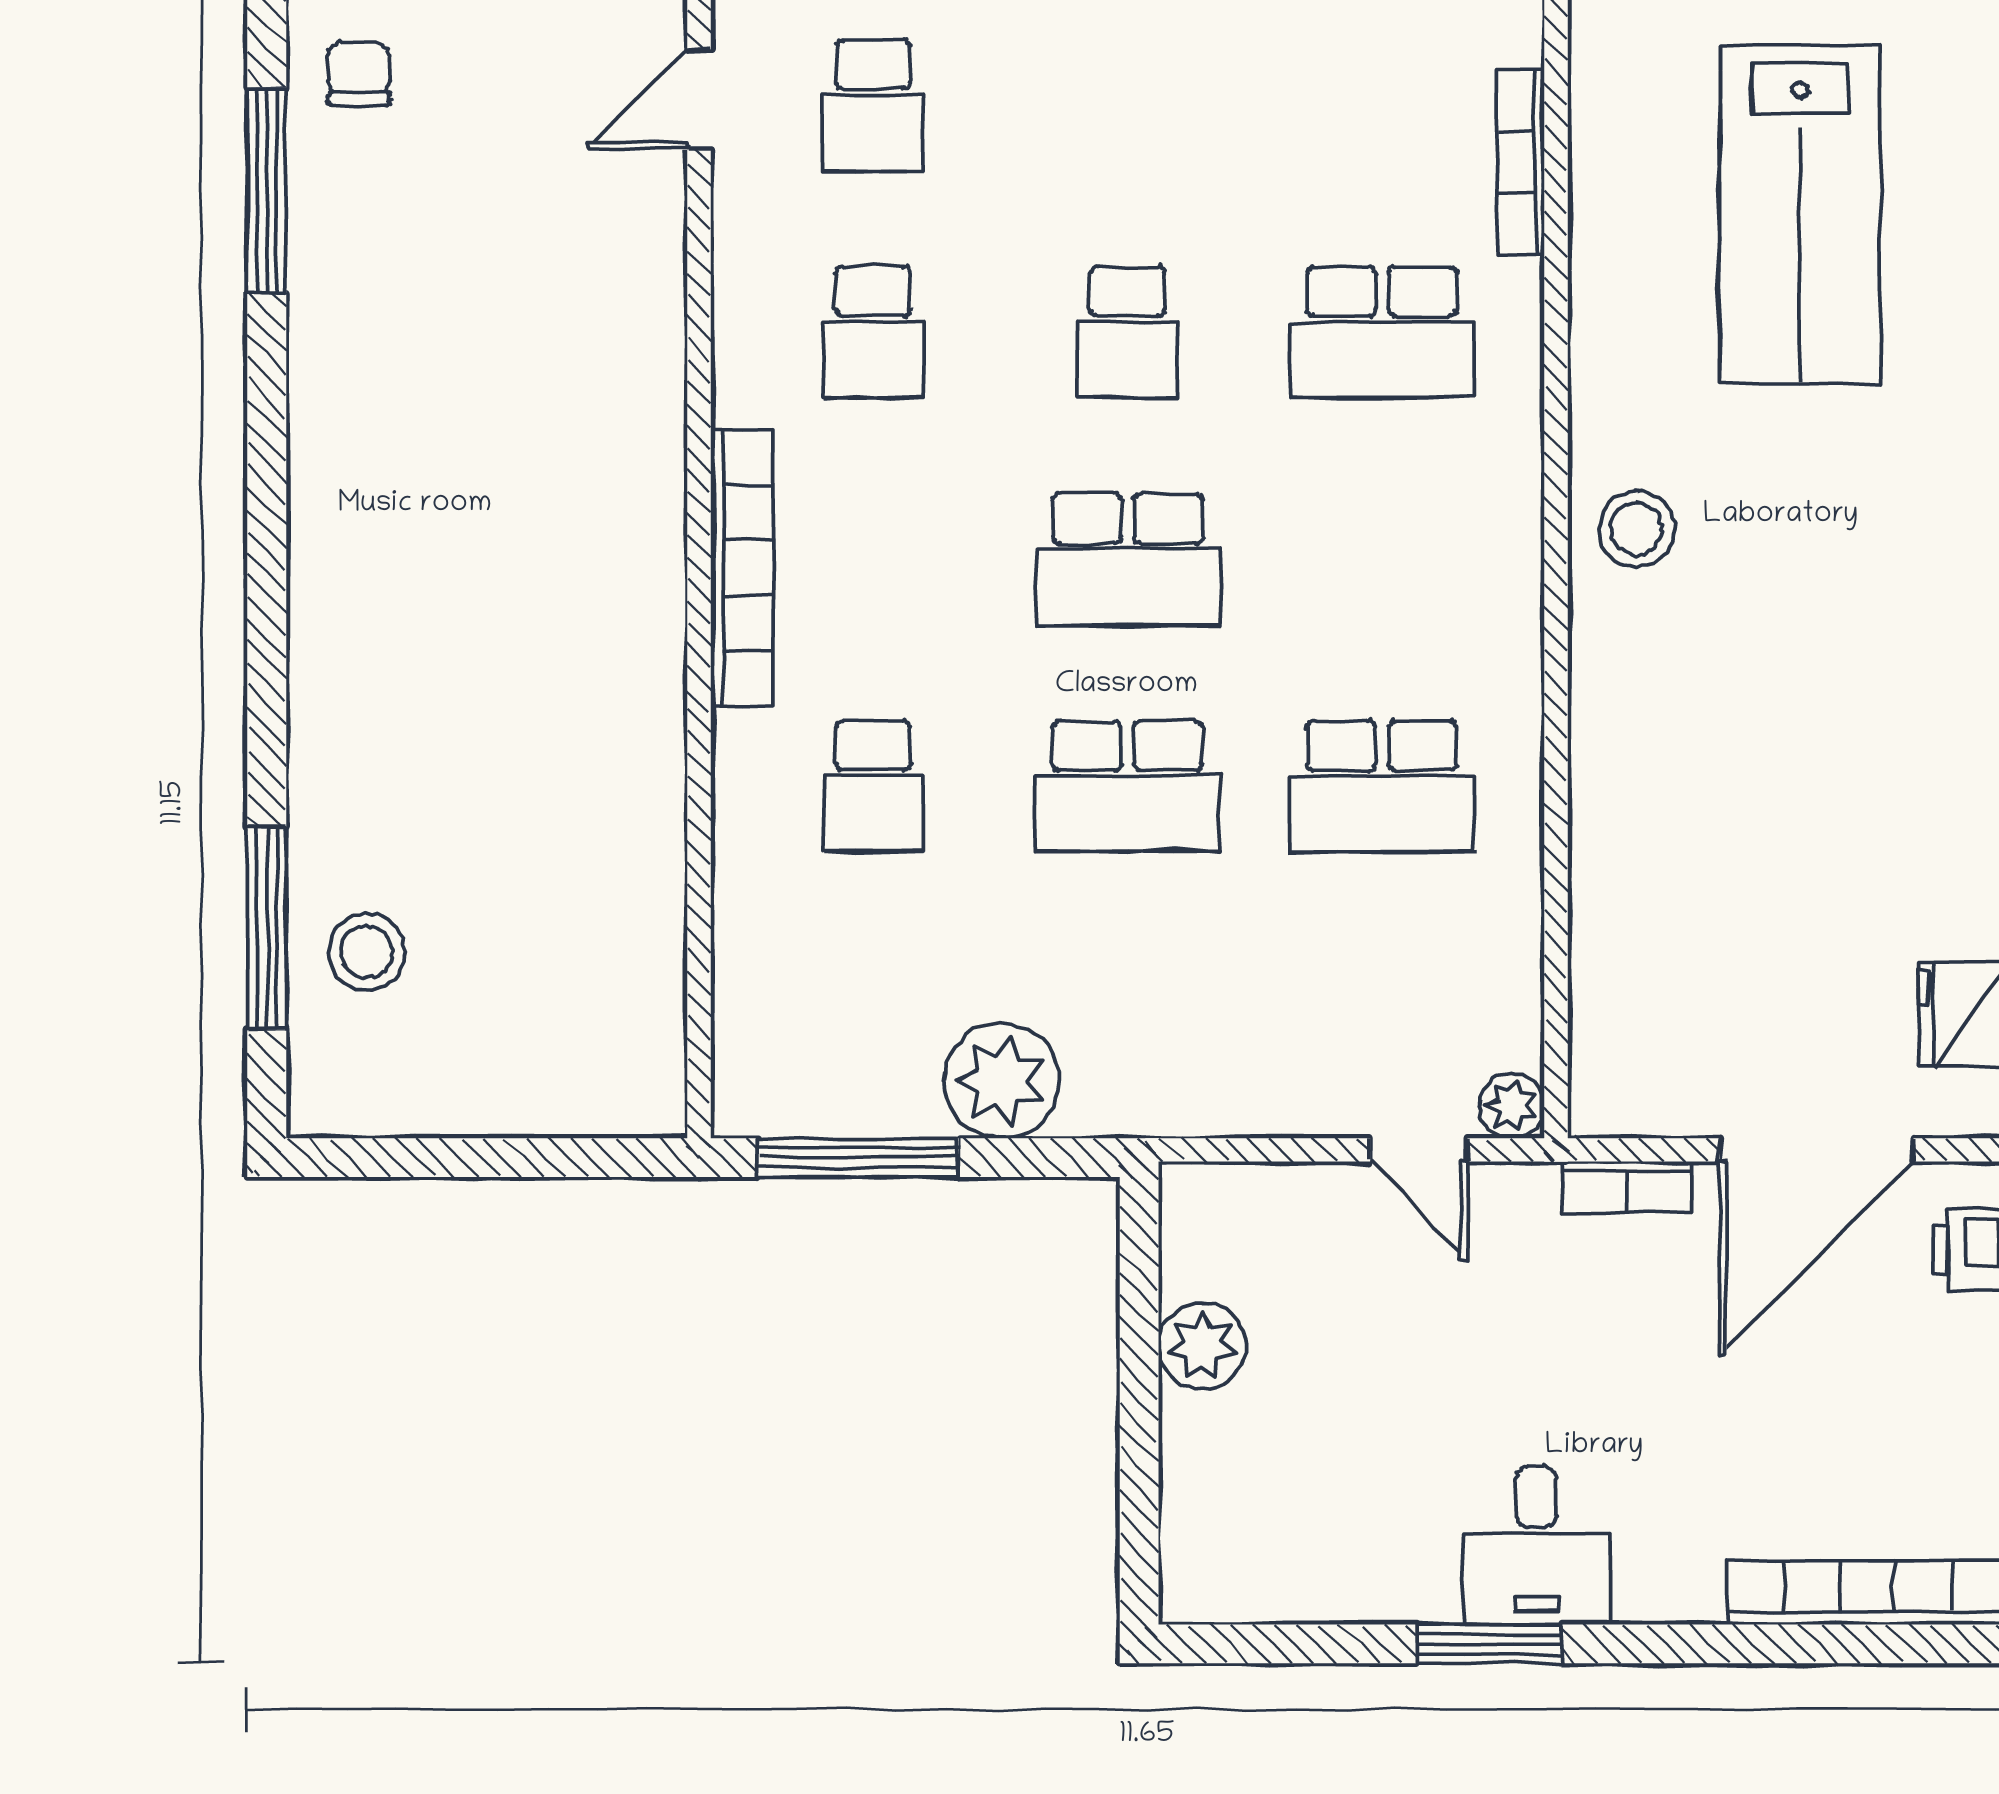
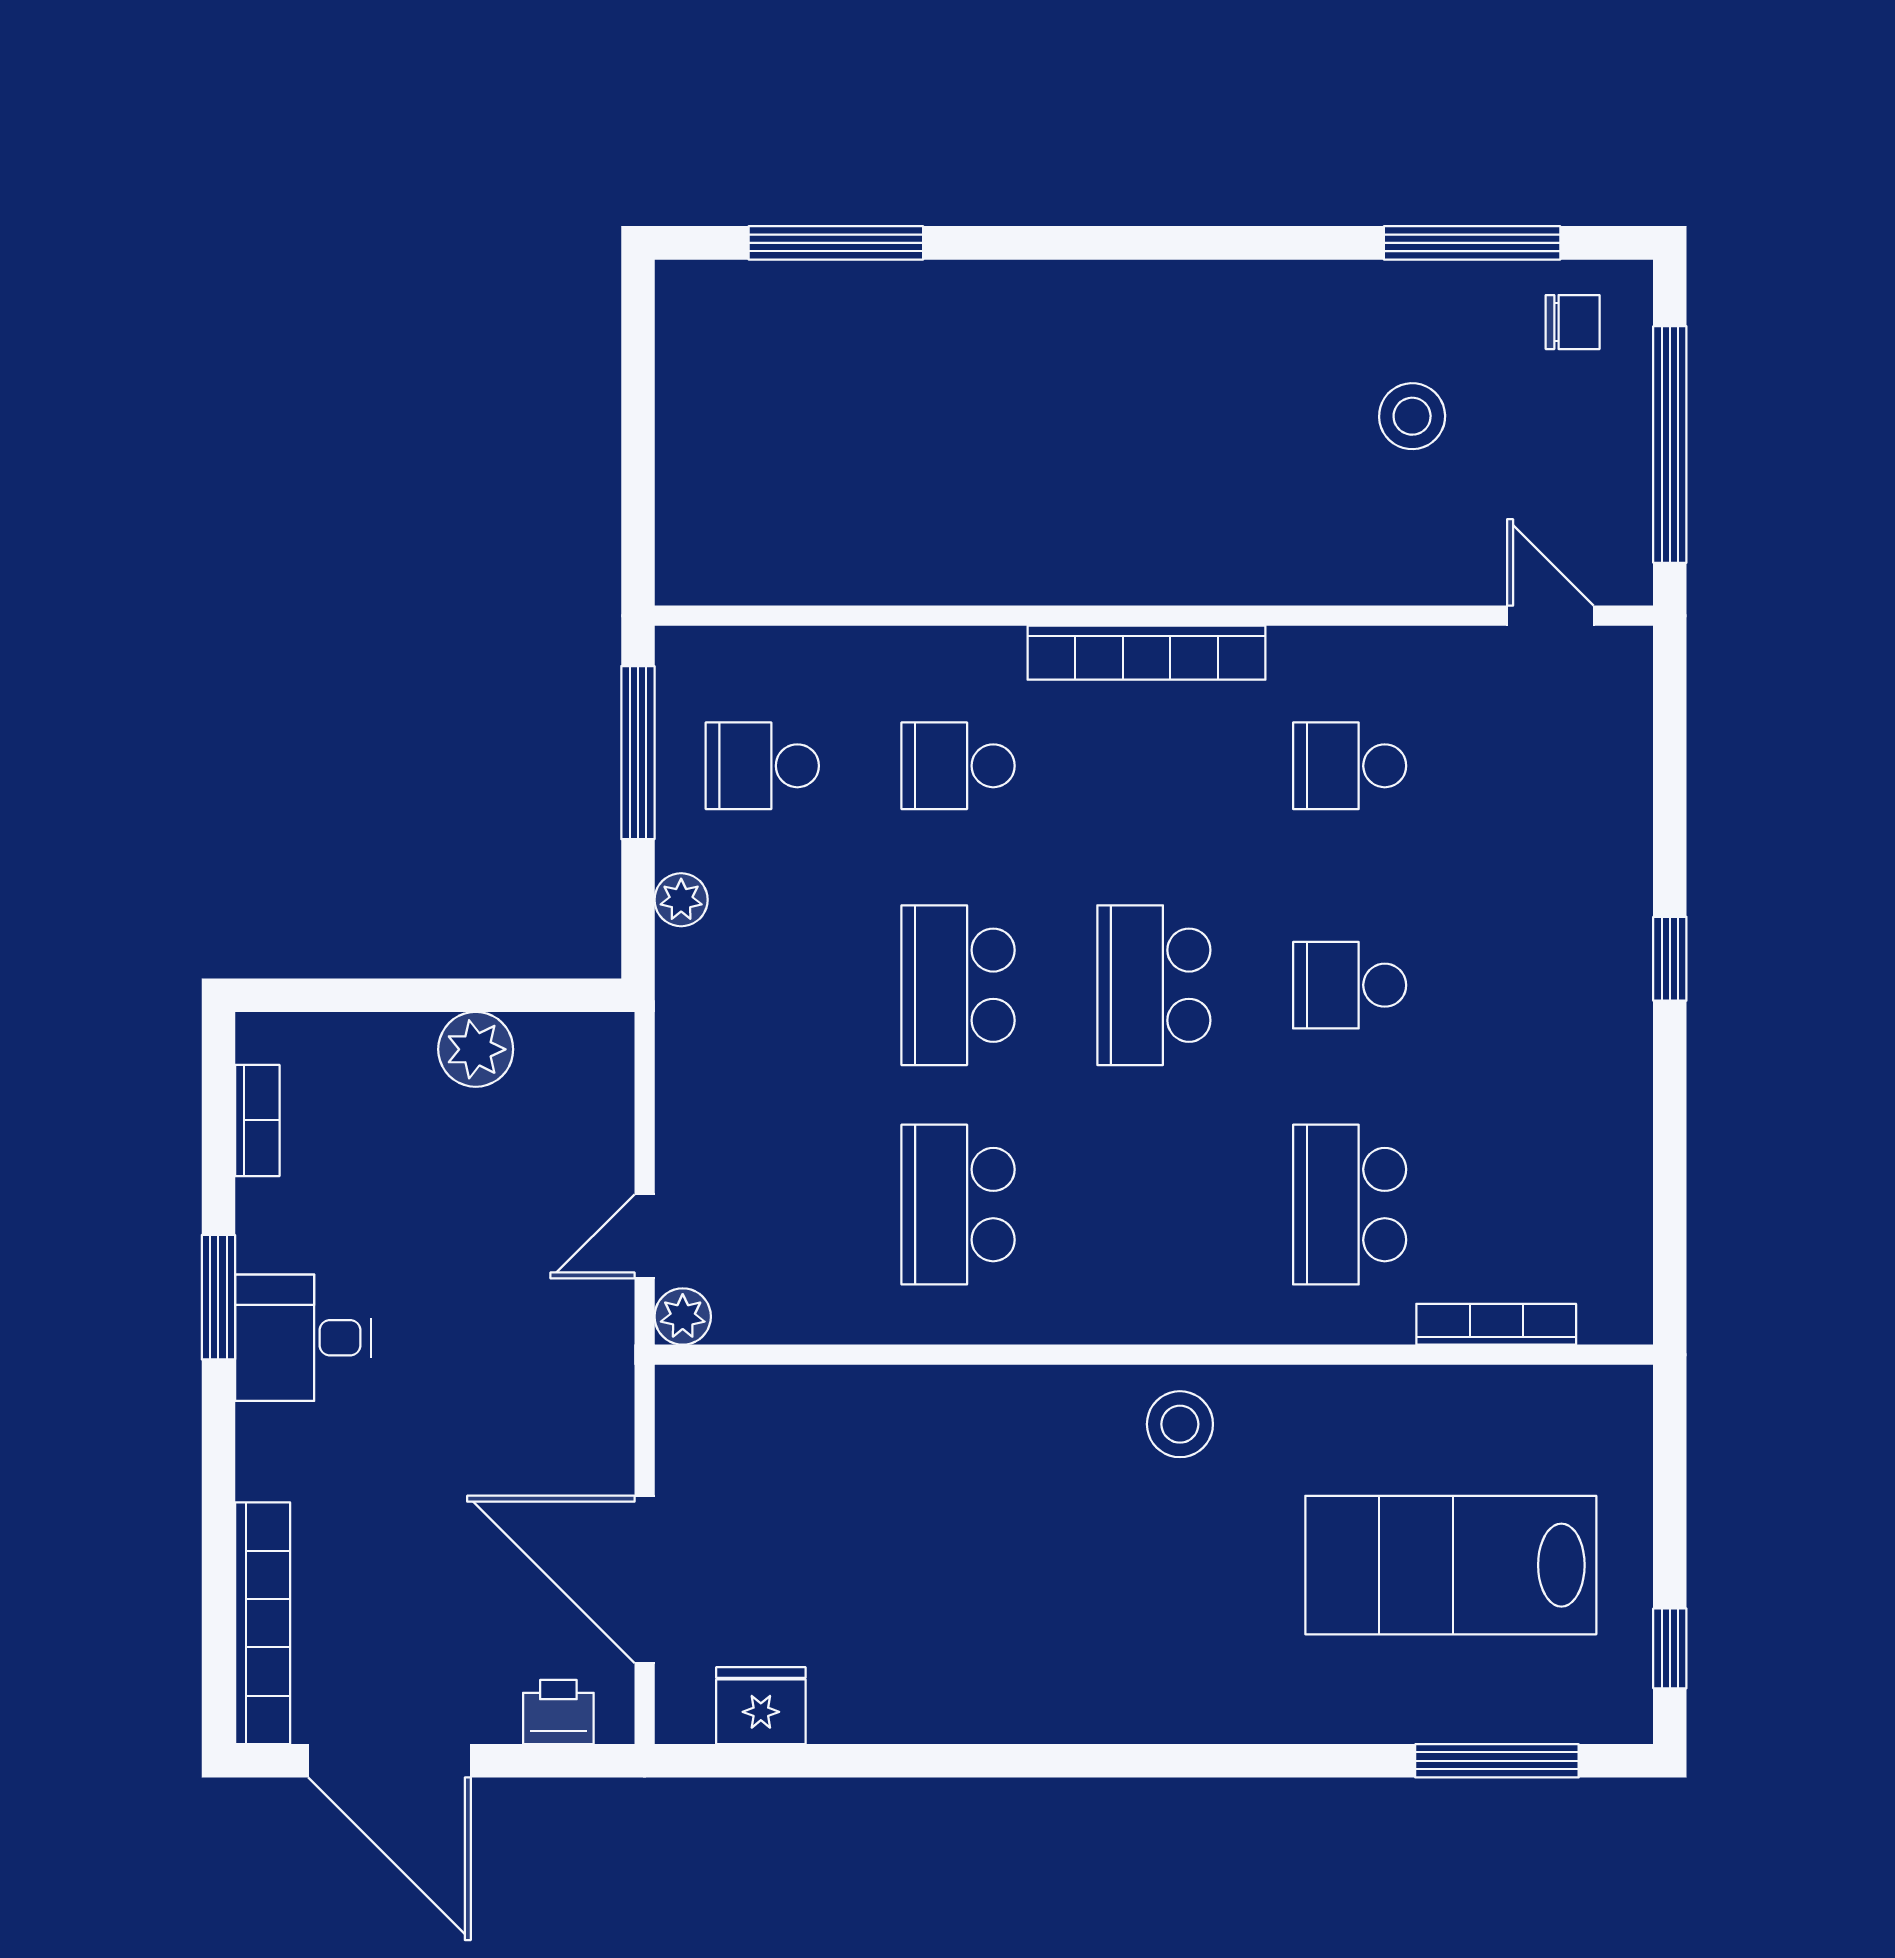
school desk: (873, 105) -> (762, 766), moved
stool: (367, 952) -> (1412, 416), moved
plant: (1002, 1081) -> (681, 900), width x0.53, depth x0.53
bookcase: (1627, 1187) -> (257, 1120), moved, turned 180

